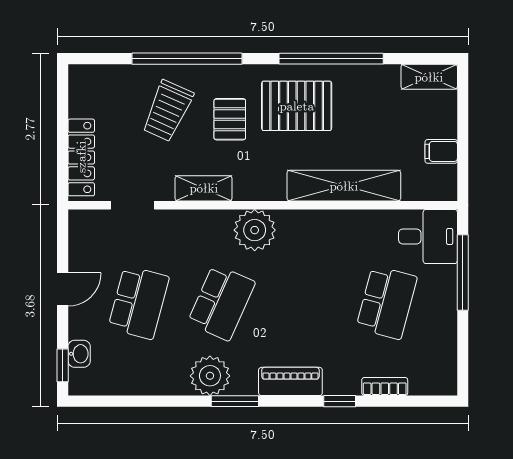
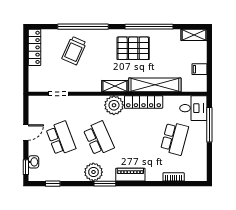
pallet: (230, 119) -> (103, 54), removed
locker: (81, 157) -> (35, 47), moved
shelving: (204, 188) -> (115, 86), moved
locker: (319, 223) -> (144, 102), added
school desk: (139, 302) -> (61, 138), turned -36
school desk: (221, 302) -> (99, 138), turned -48
window: (340, 401) -> (53, 184), moved

